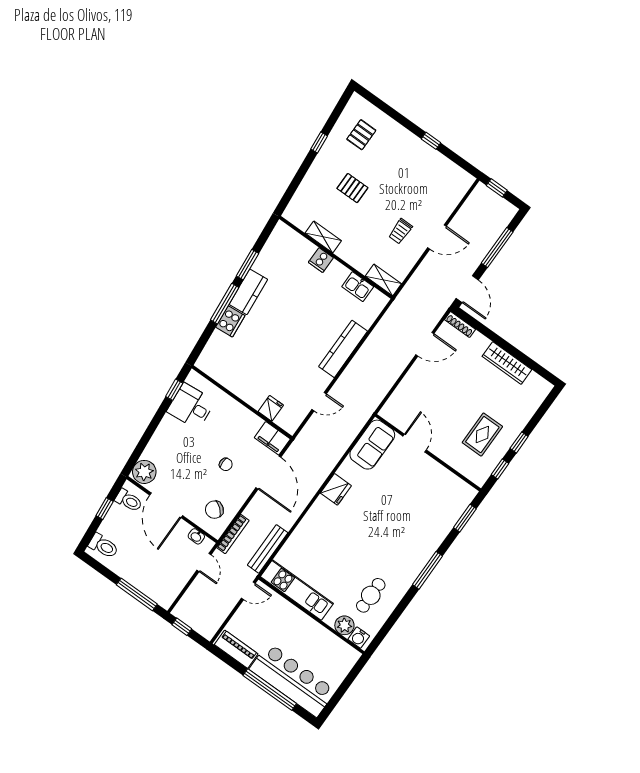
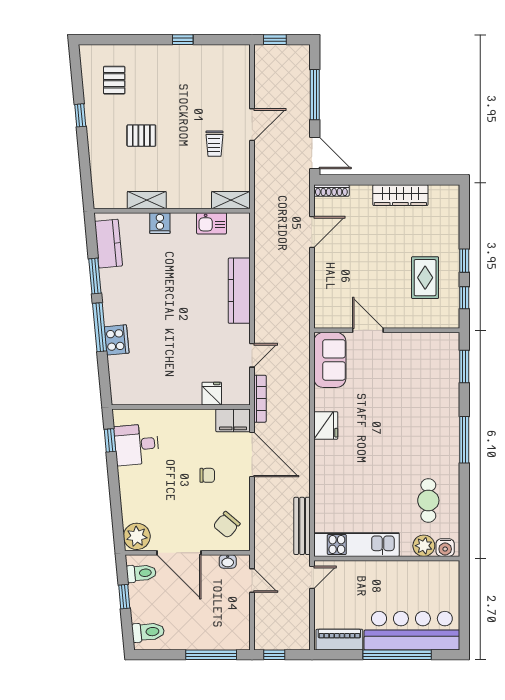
kitchen counter: (248, 292) -> (108, 244), moved
bookcase: (233, 534) -> (260, 399), moved

